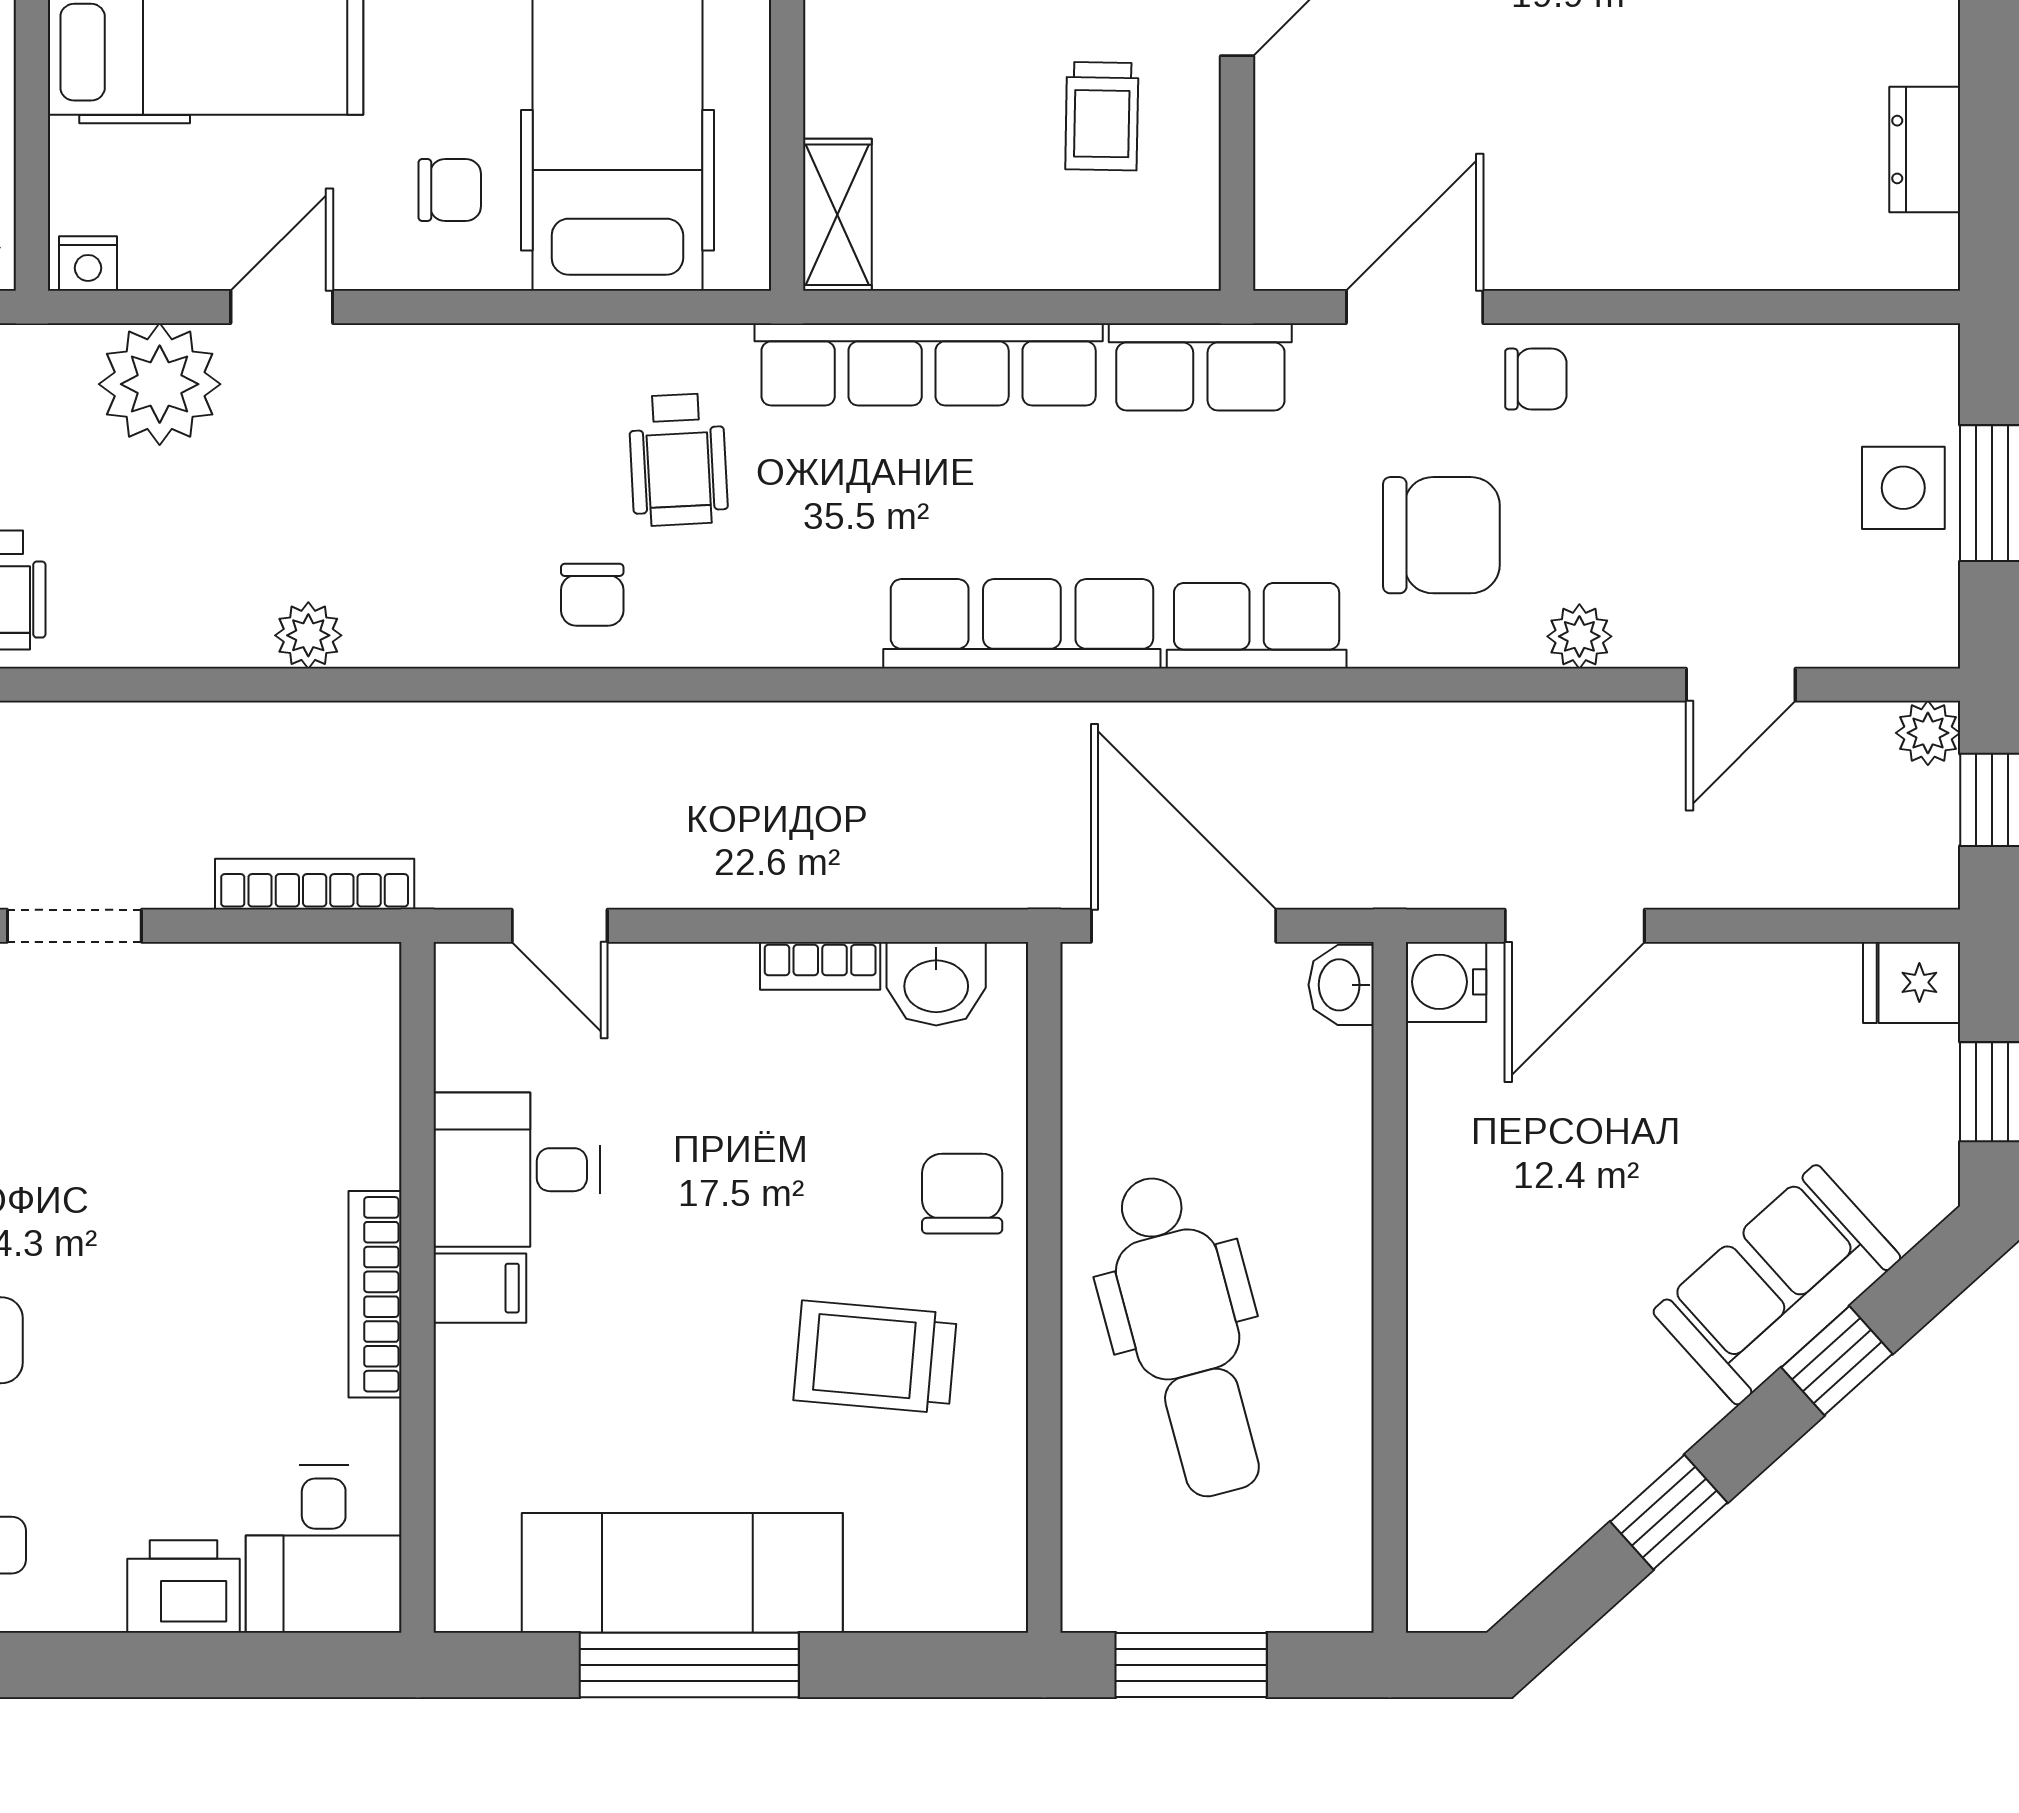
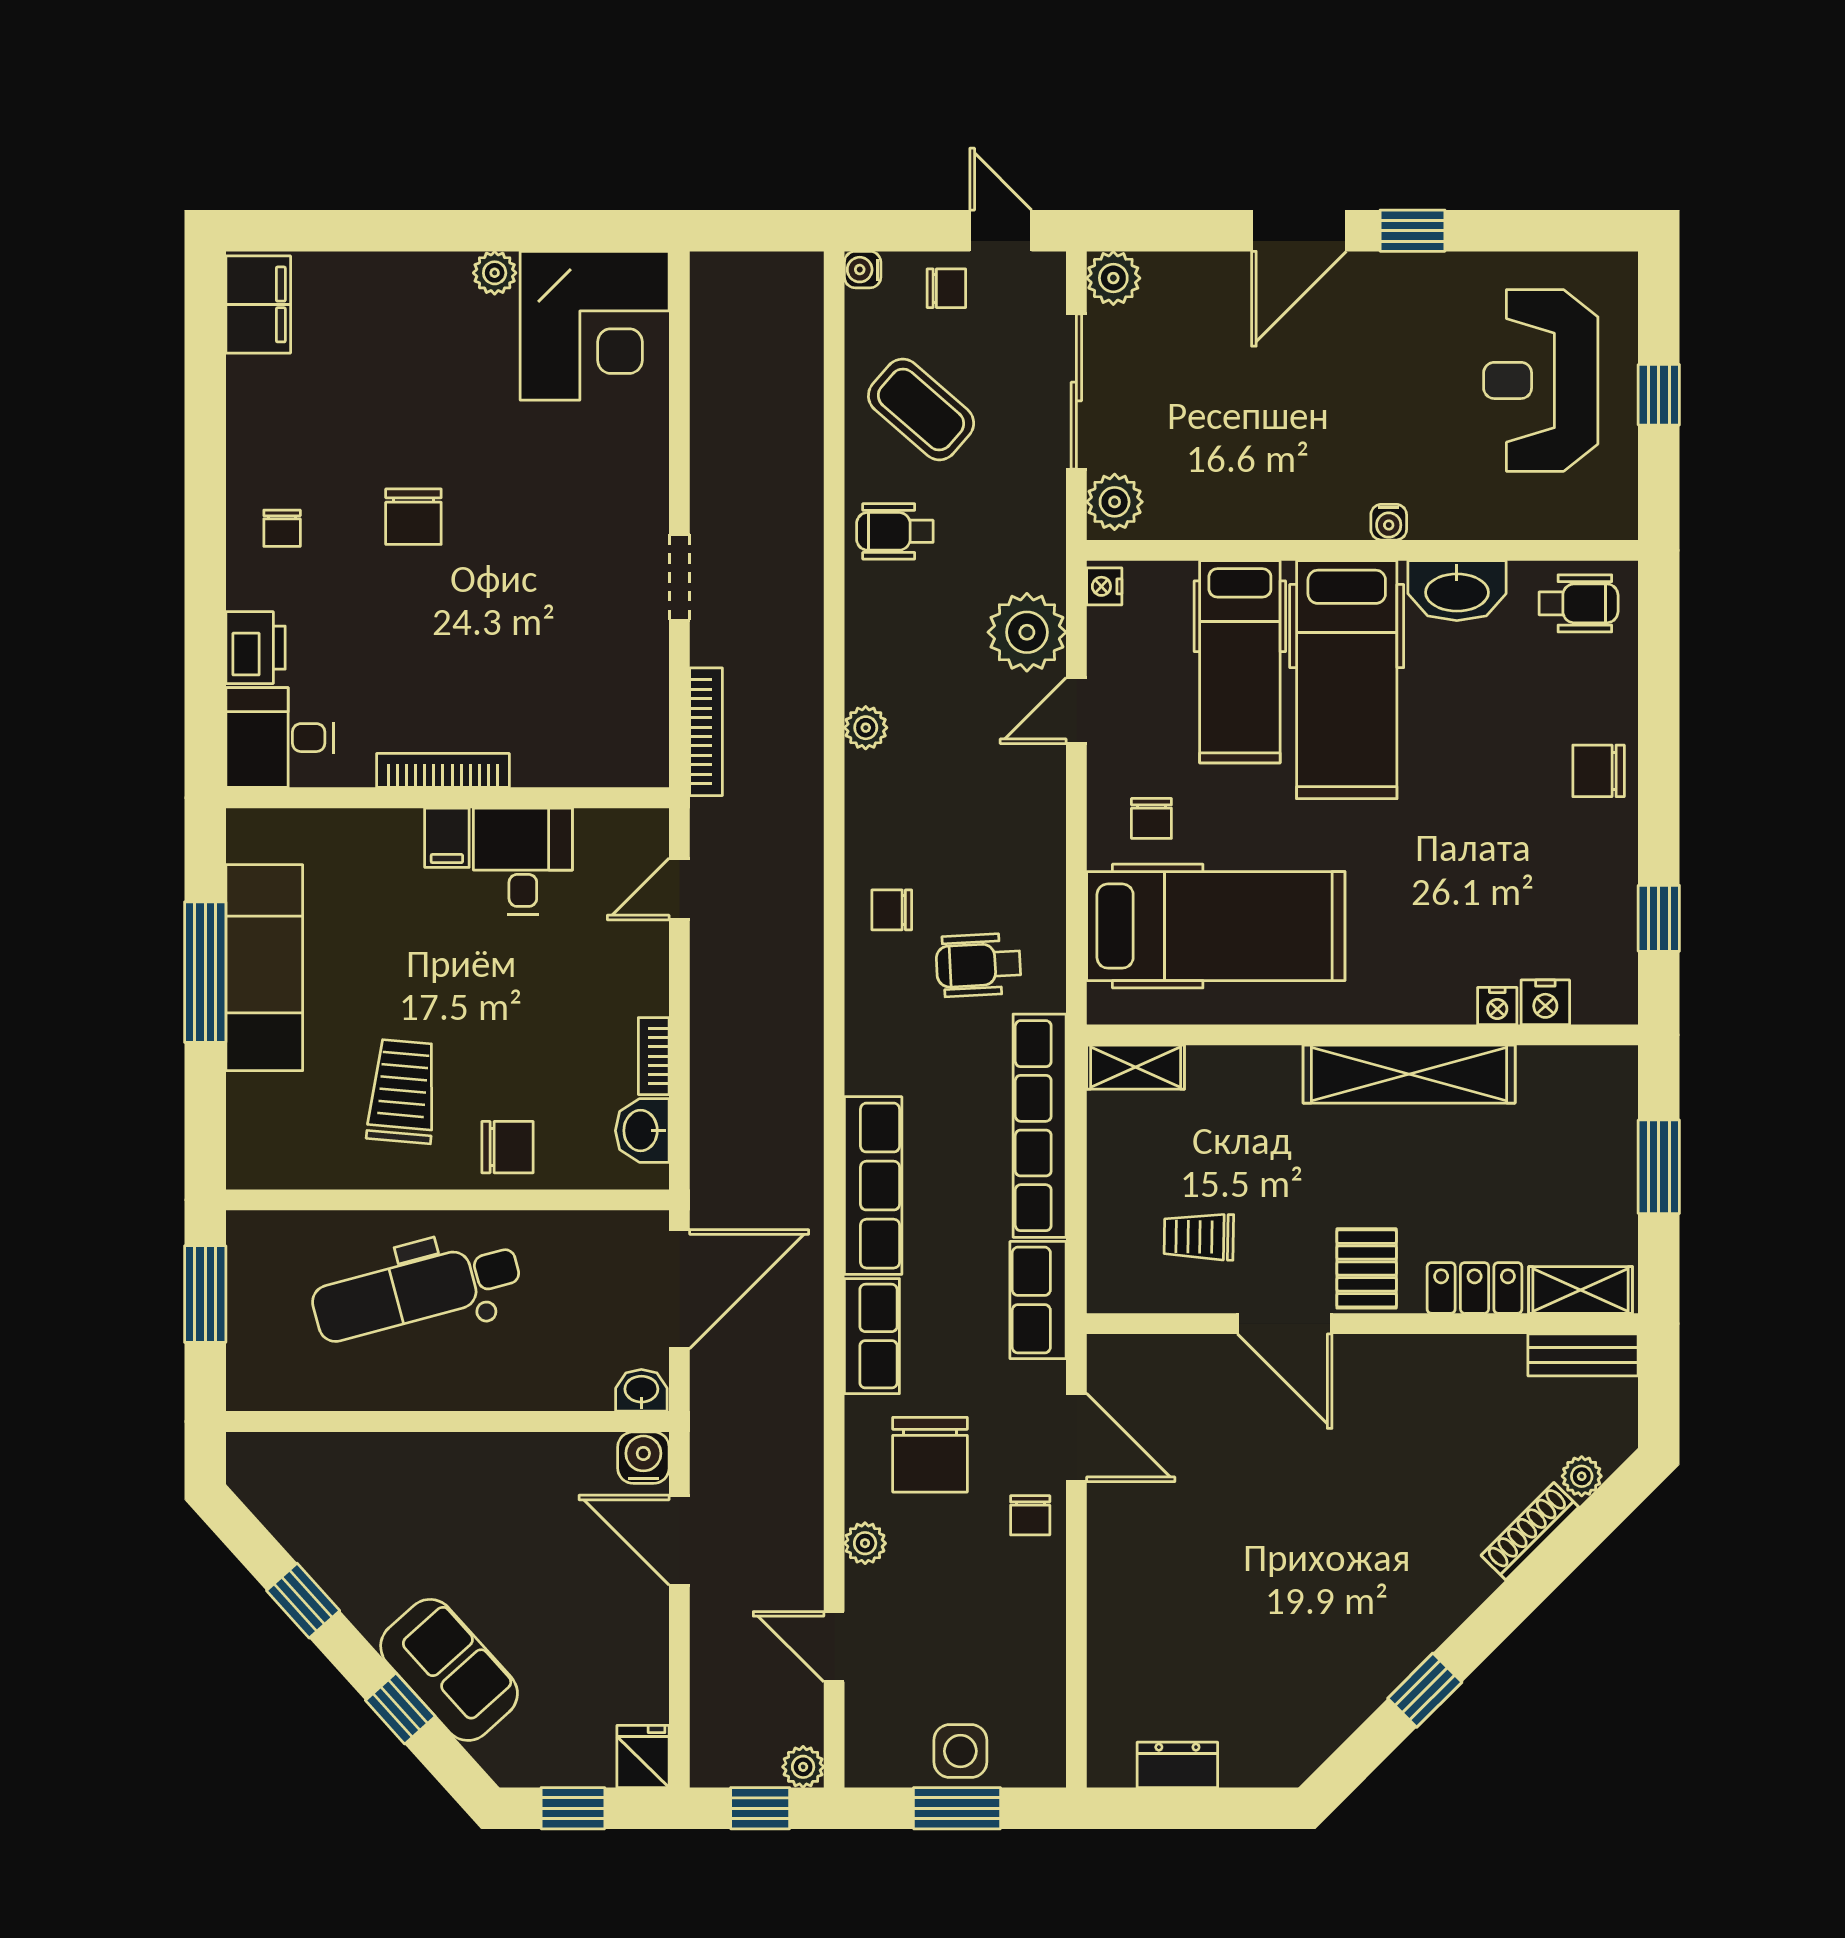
door: (282, 307) -> (1076, 711), swing flipped

